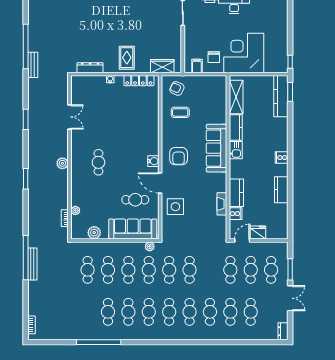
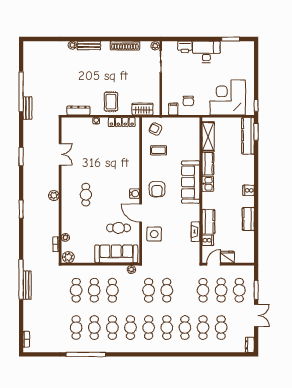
corner desk: (244, 53) -> (228, 97), moved
plant: (94, 233) -> (68, 257), moved
cafe table: (149, 270) -> (76, 328), moved

